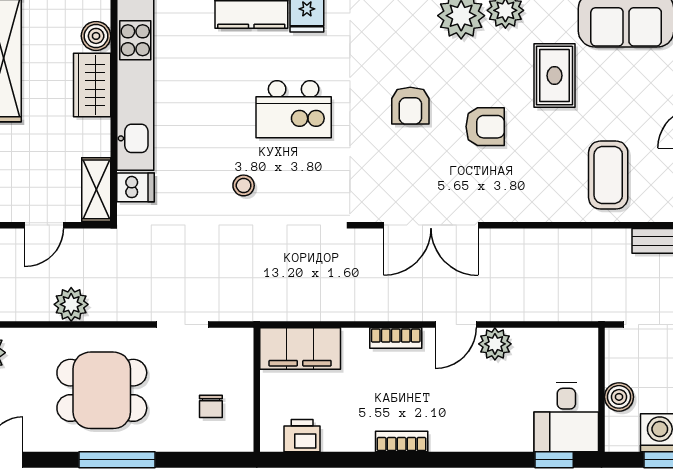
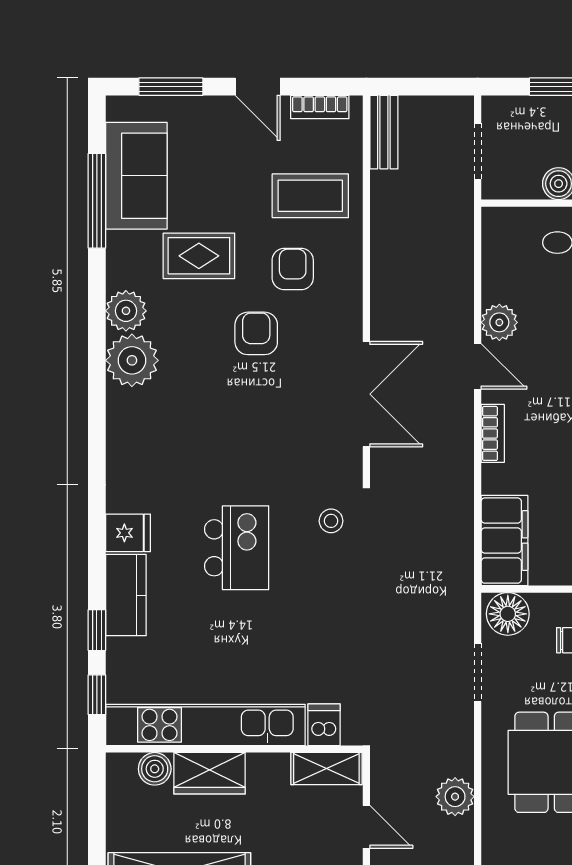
armchair: (410, 106) -> (293, 269), moved, turned -90
stool: (244, 185) -> (331, 521), moved
floor lamp: (234, 352) -> (508, 614), added

